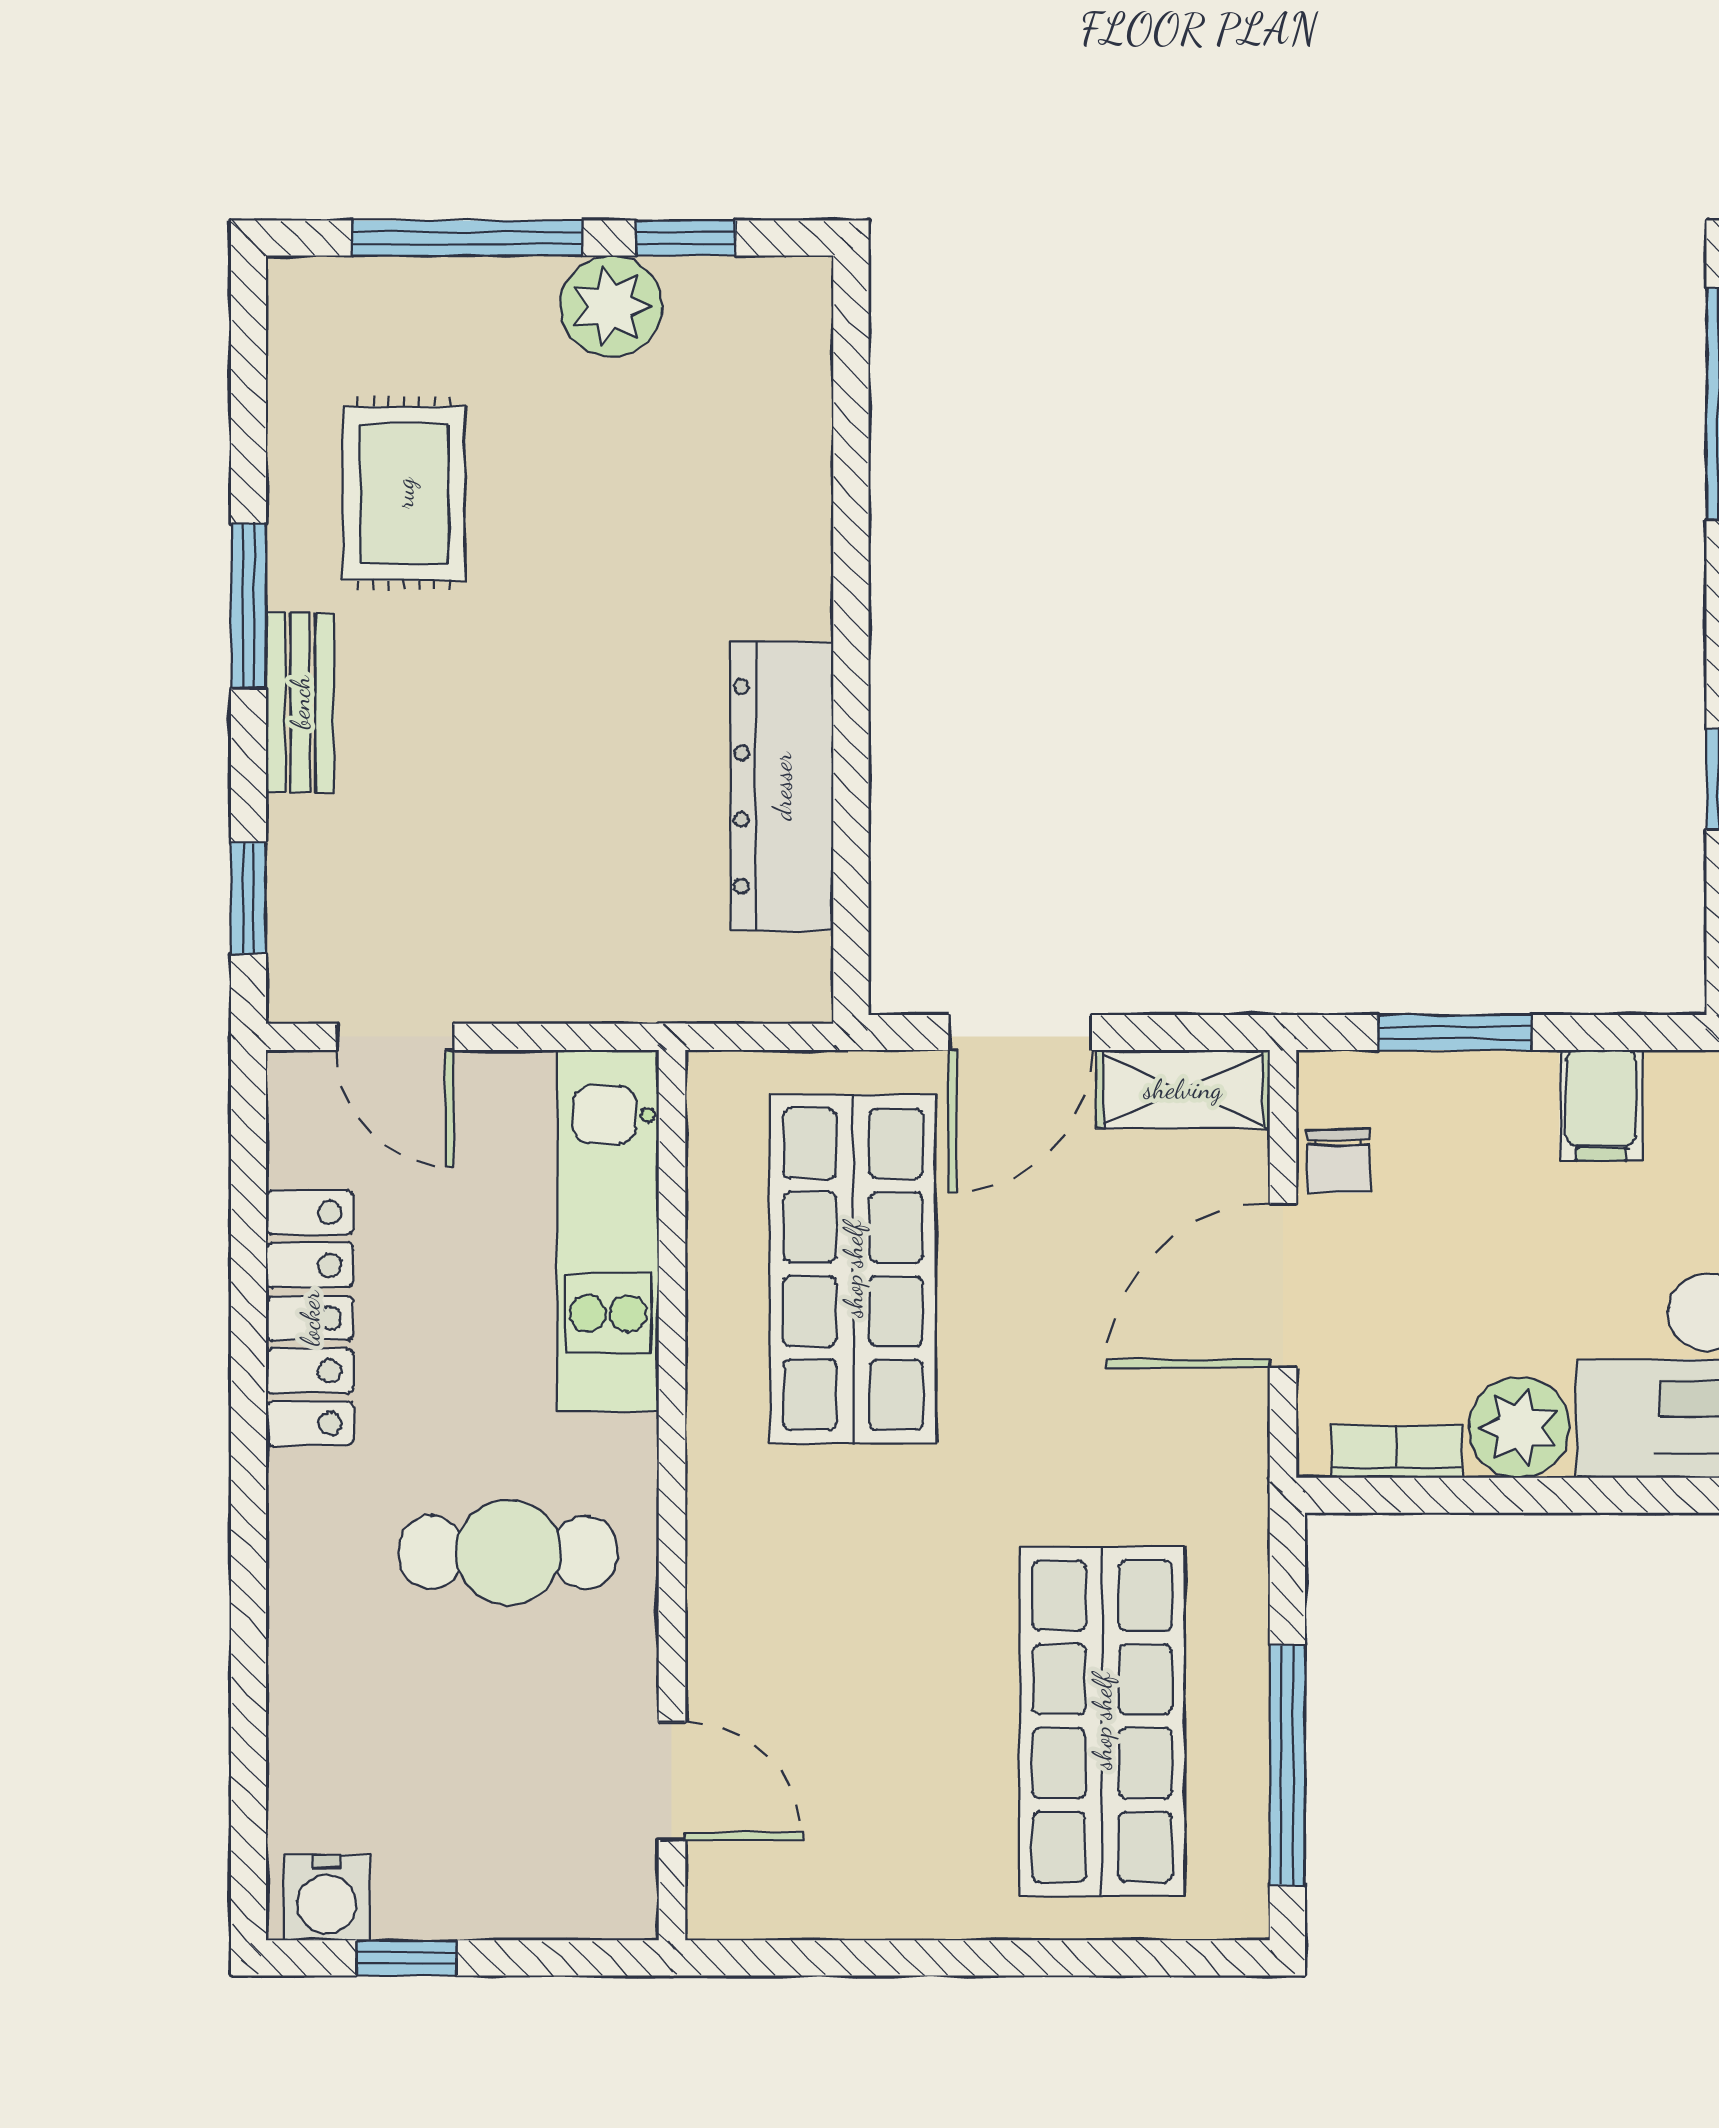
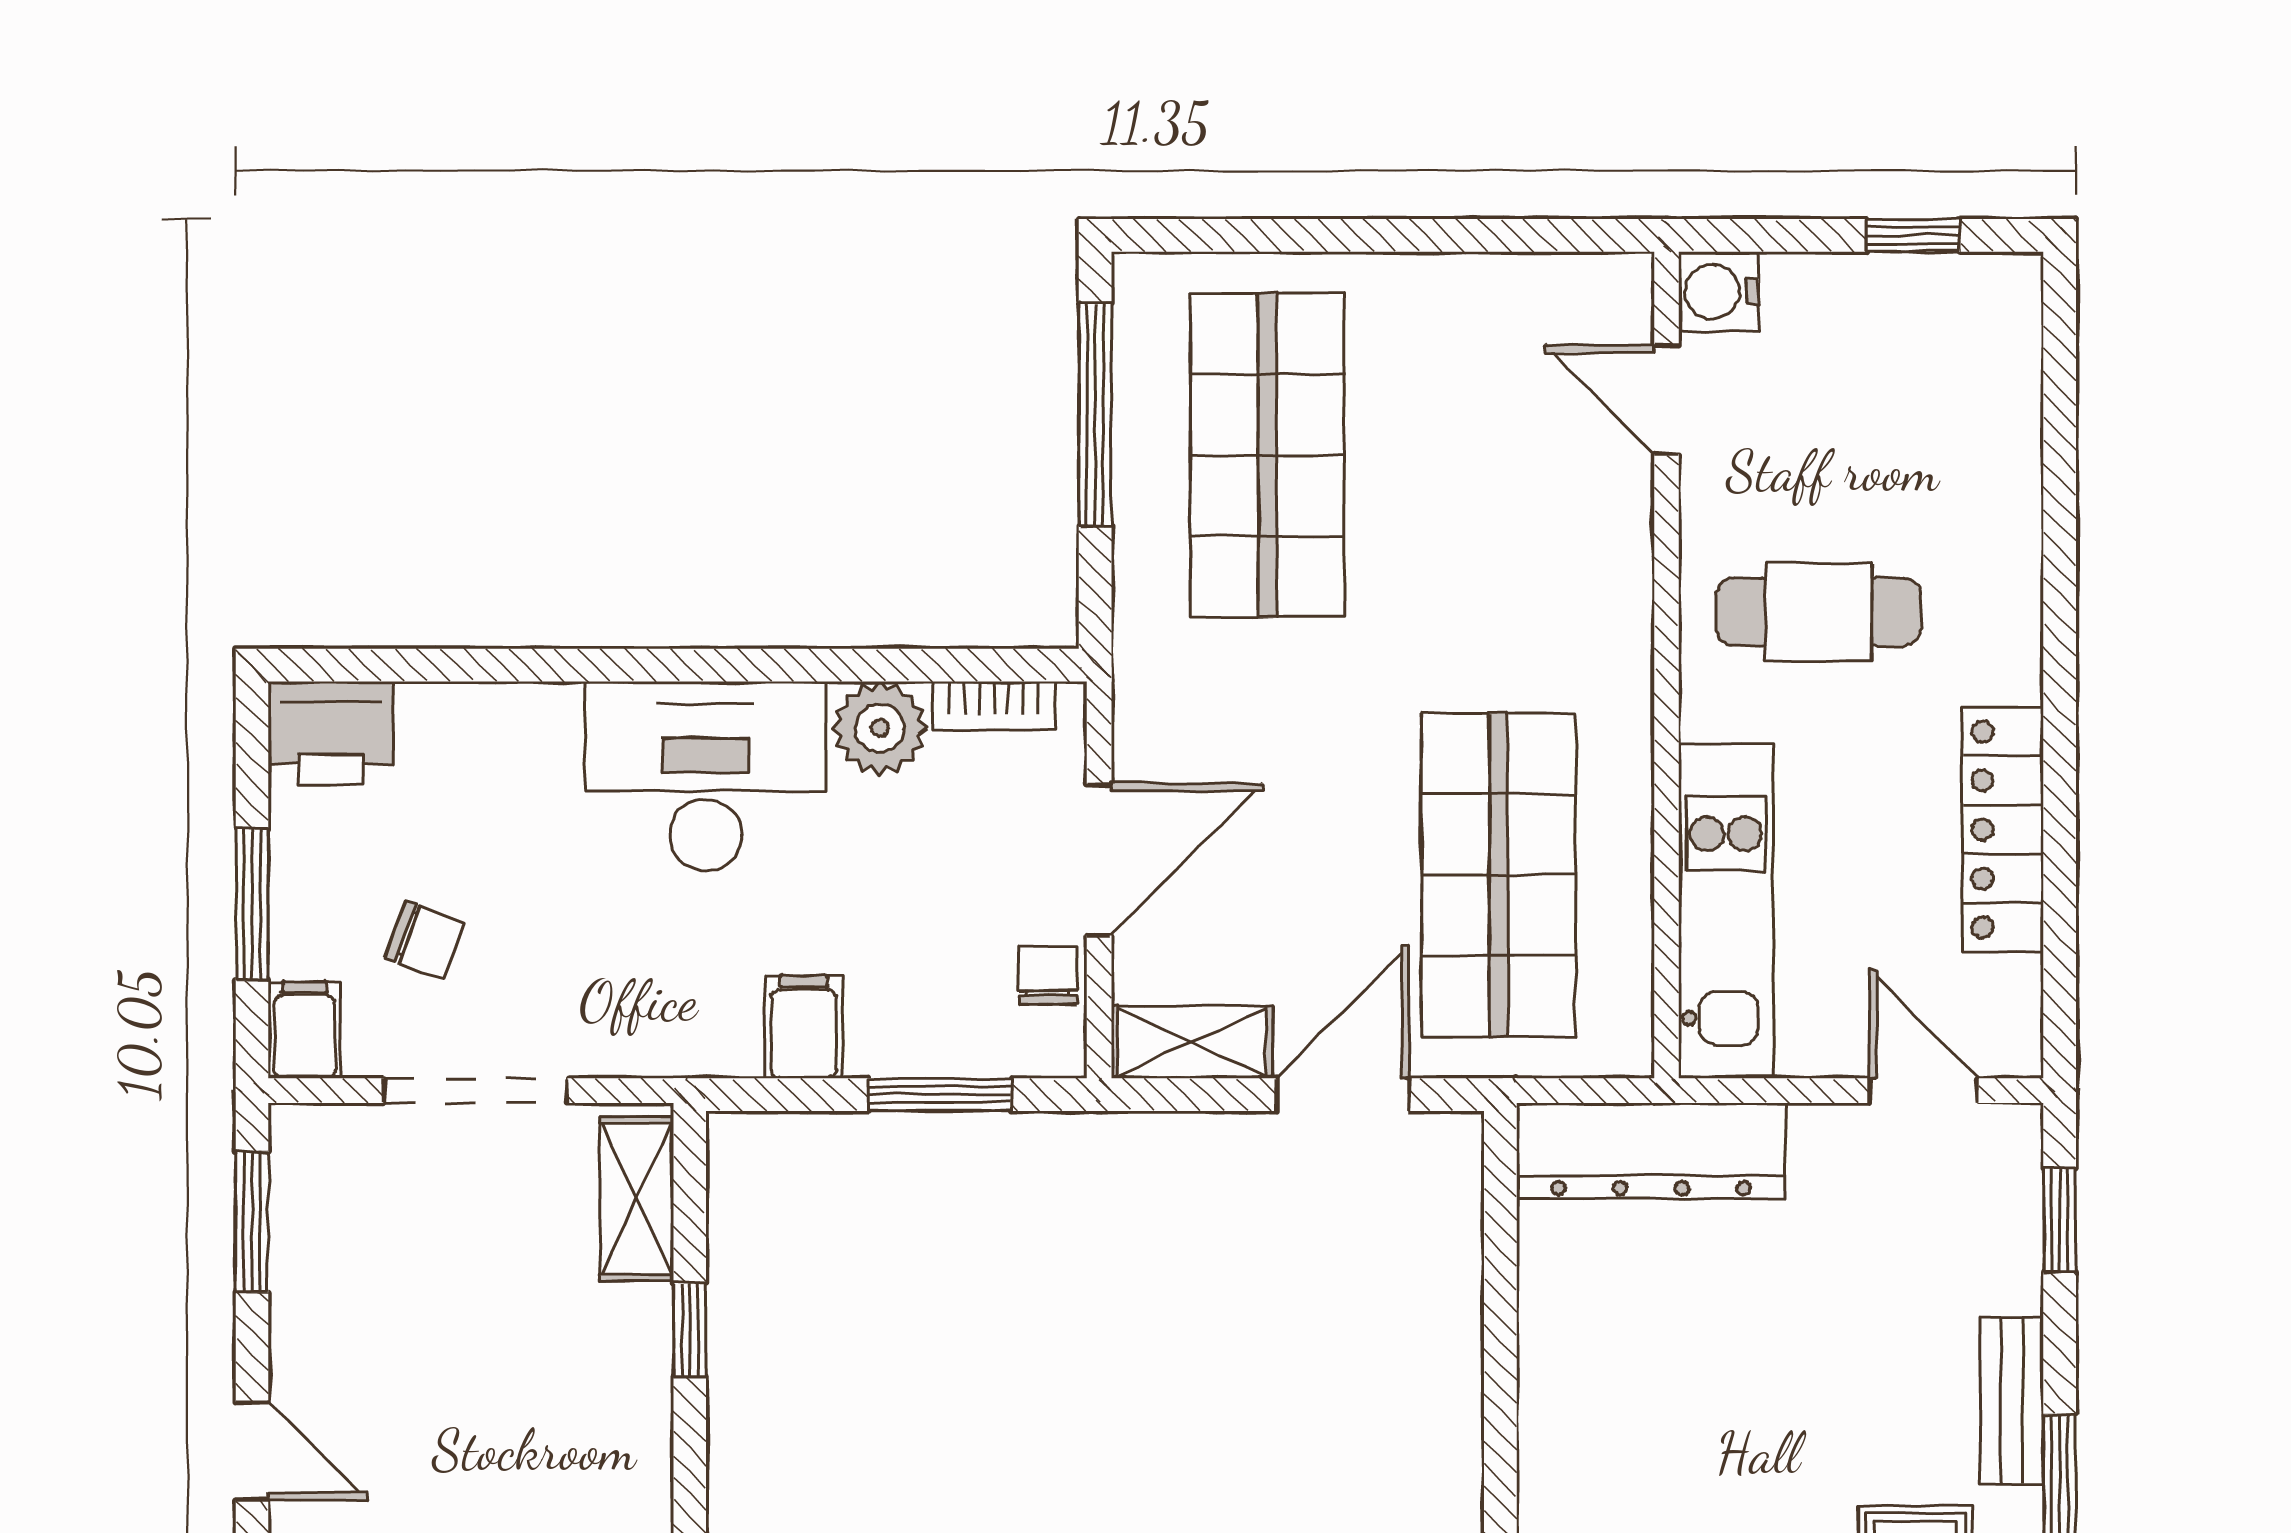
dresser: (782, 786) -> (1651, 1151), moved, turned 90
water cooler: (327, 1897) -> (1719, 292), moved, turned -90

